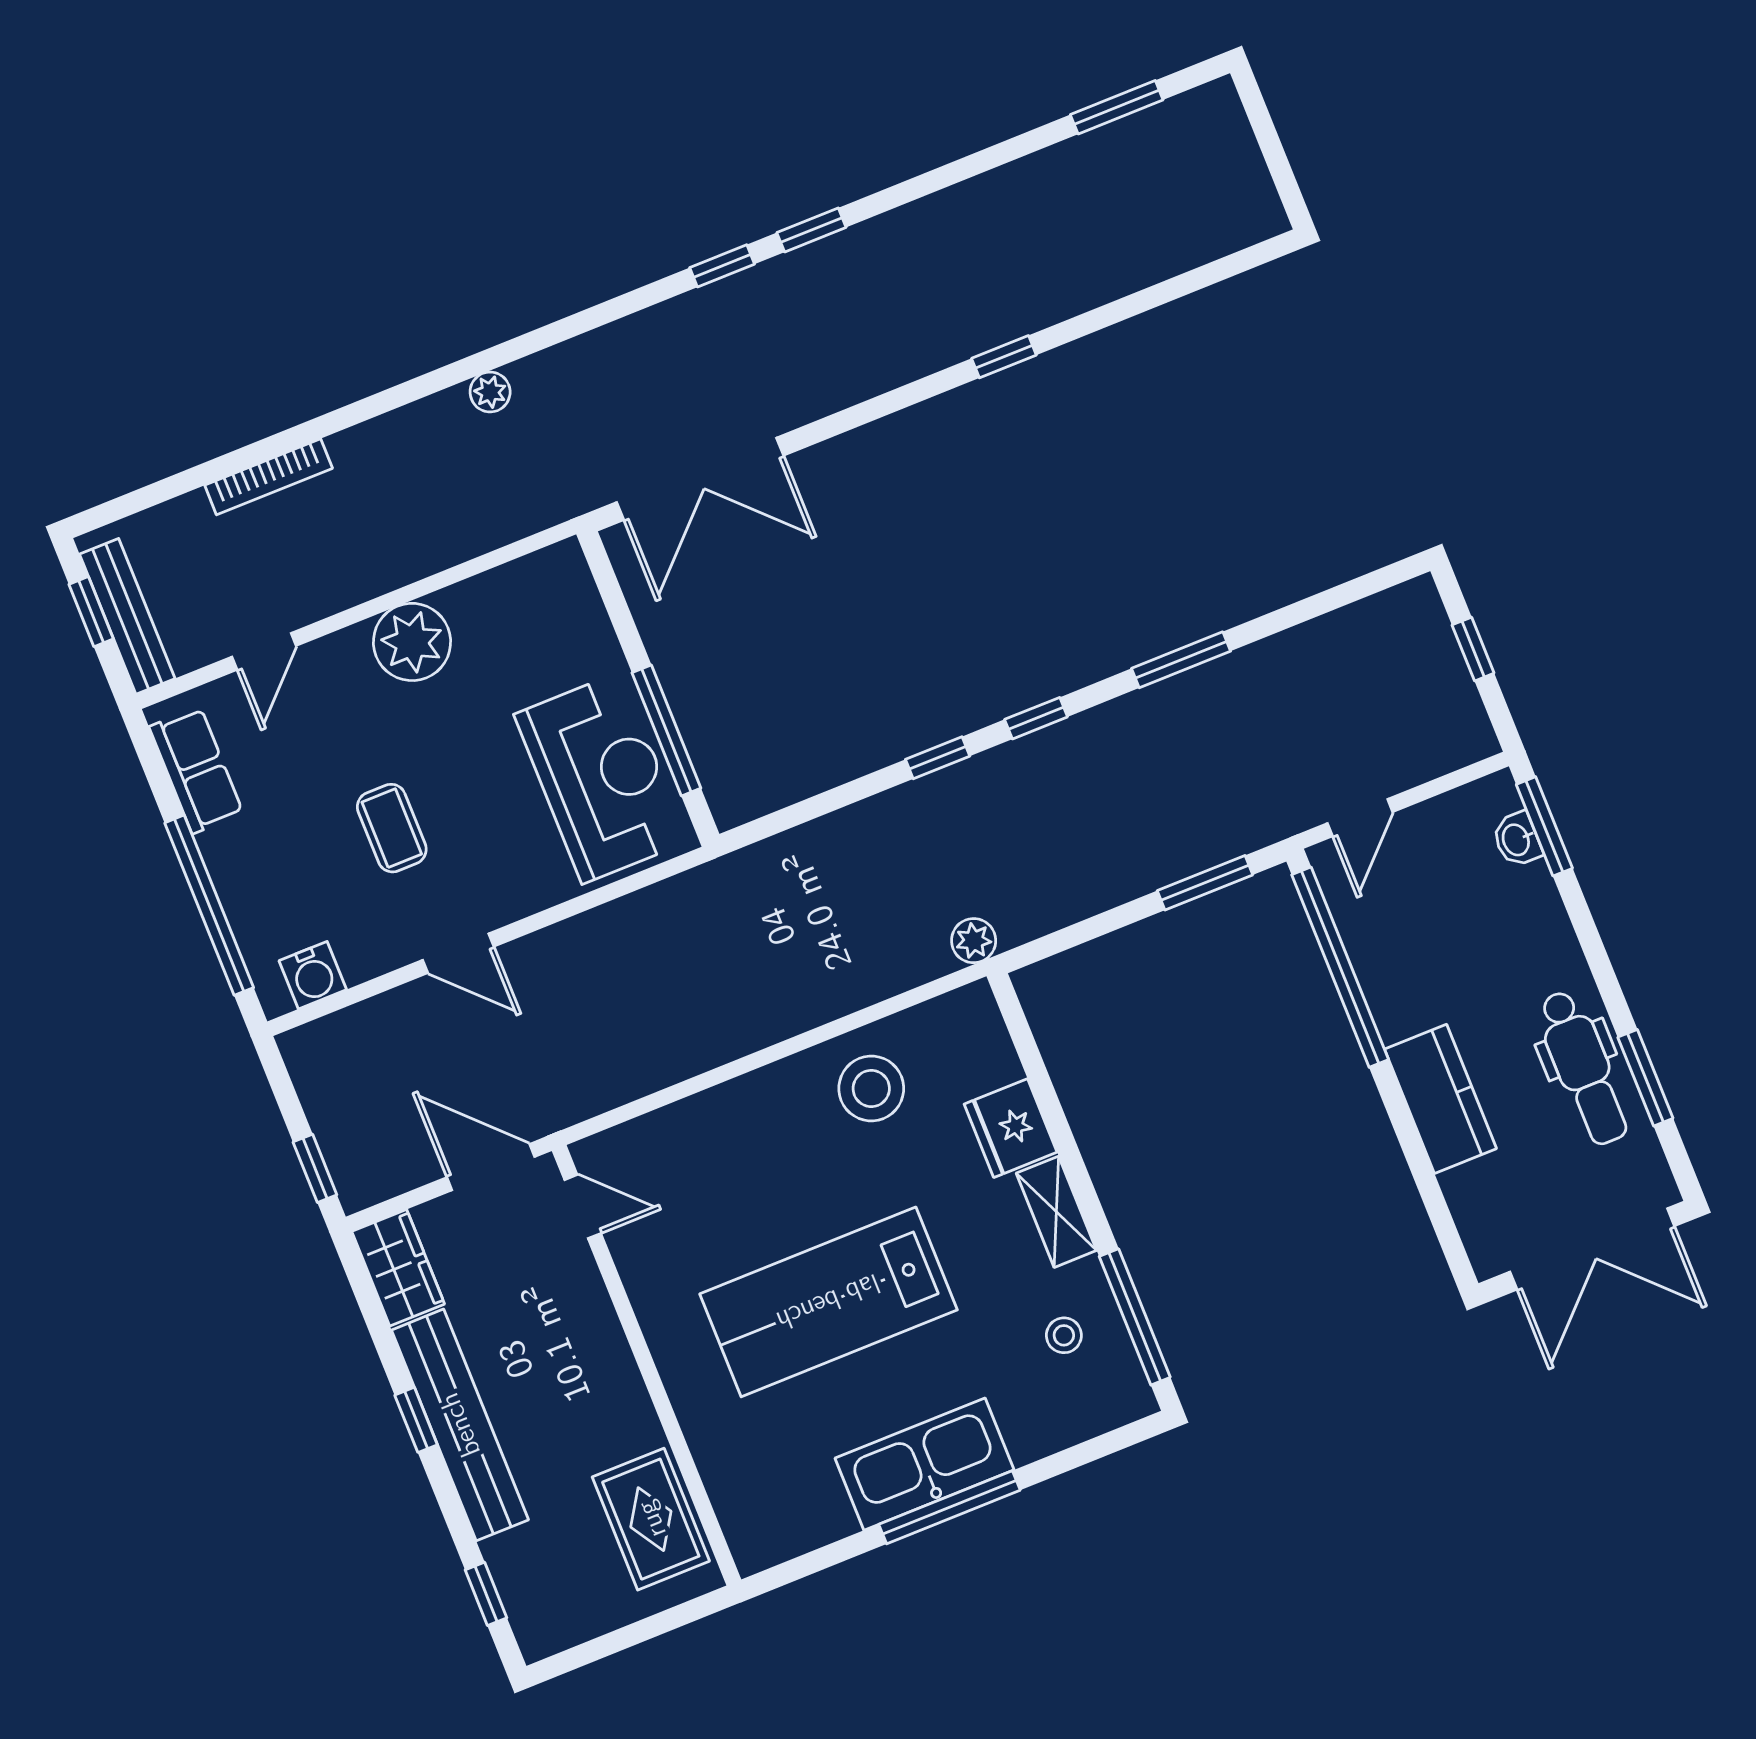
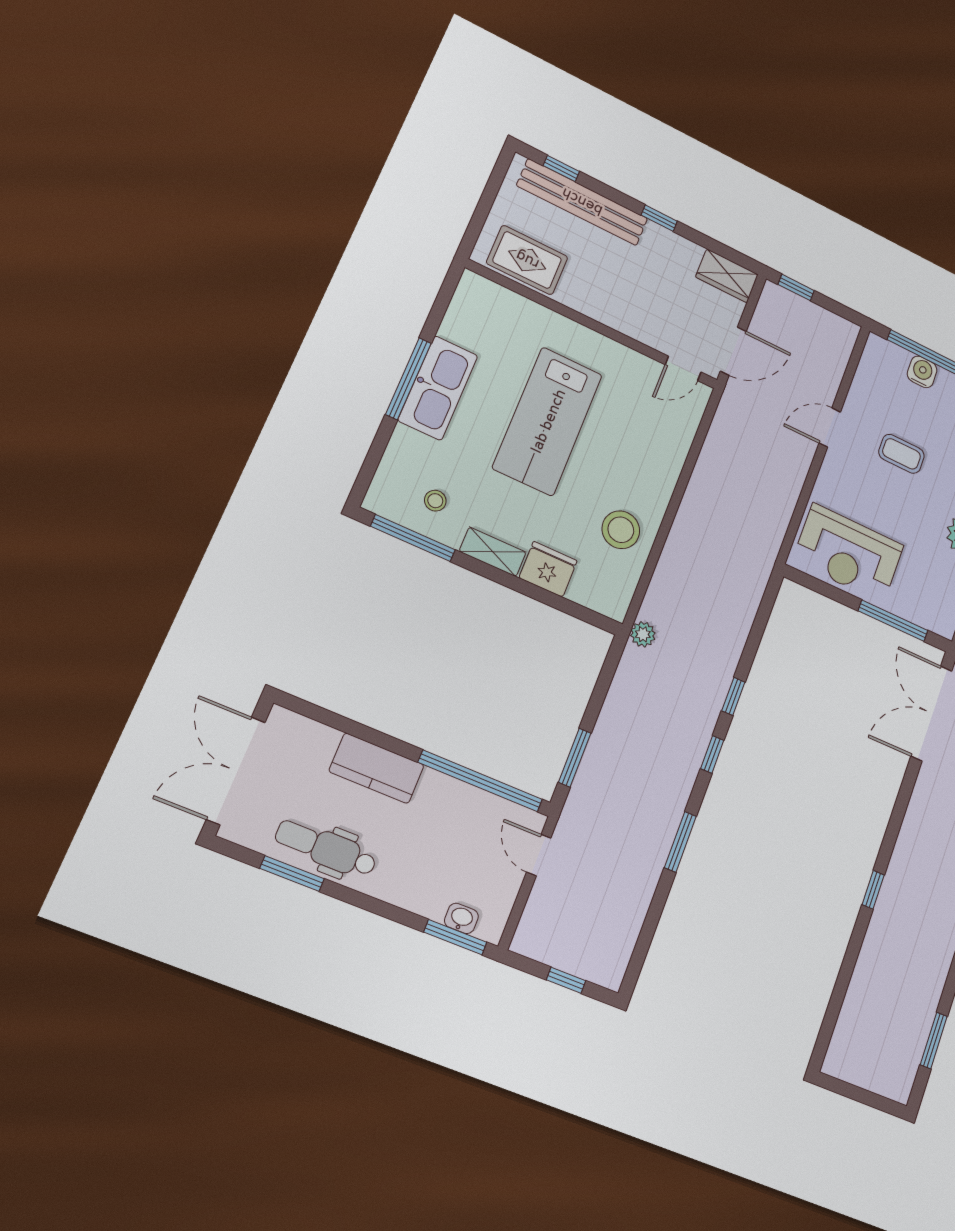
window: (666, 730) -> (893, 621), moved
water cooler: (313, 975) -> (922, 372), moved, turned 90
lab bench: (828, 1302) -> (548, 421), turned 180
bench: (460, 1425) -> (582, 202), moved

